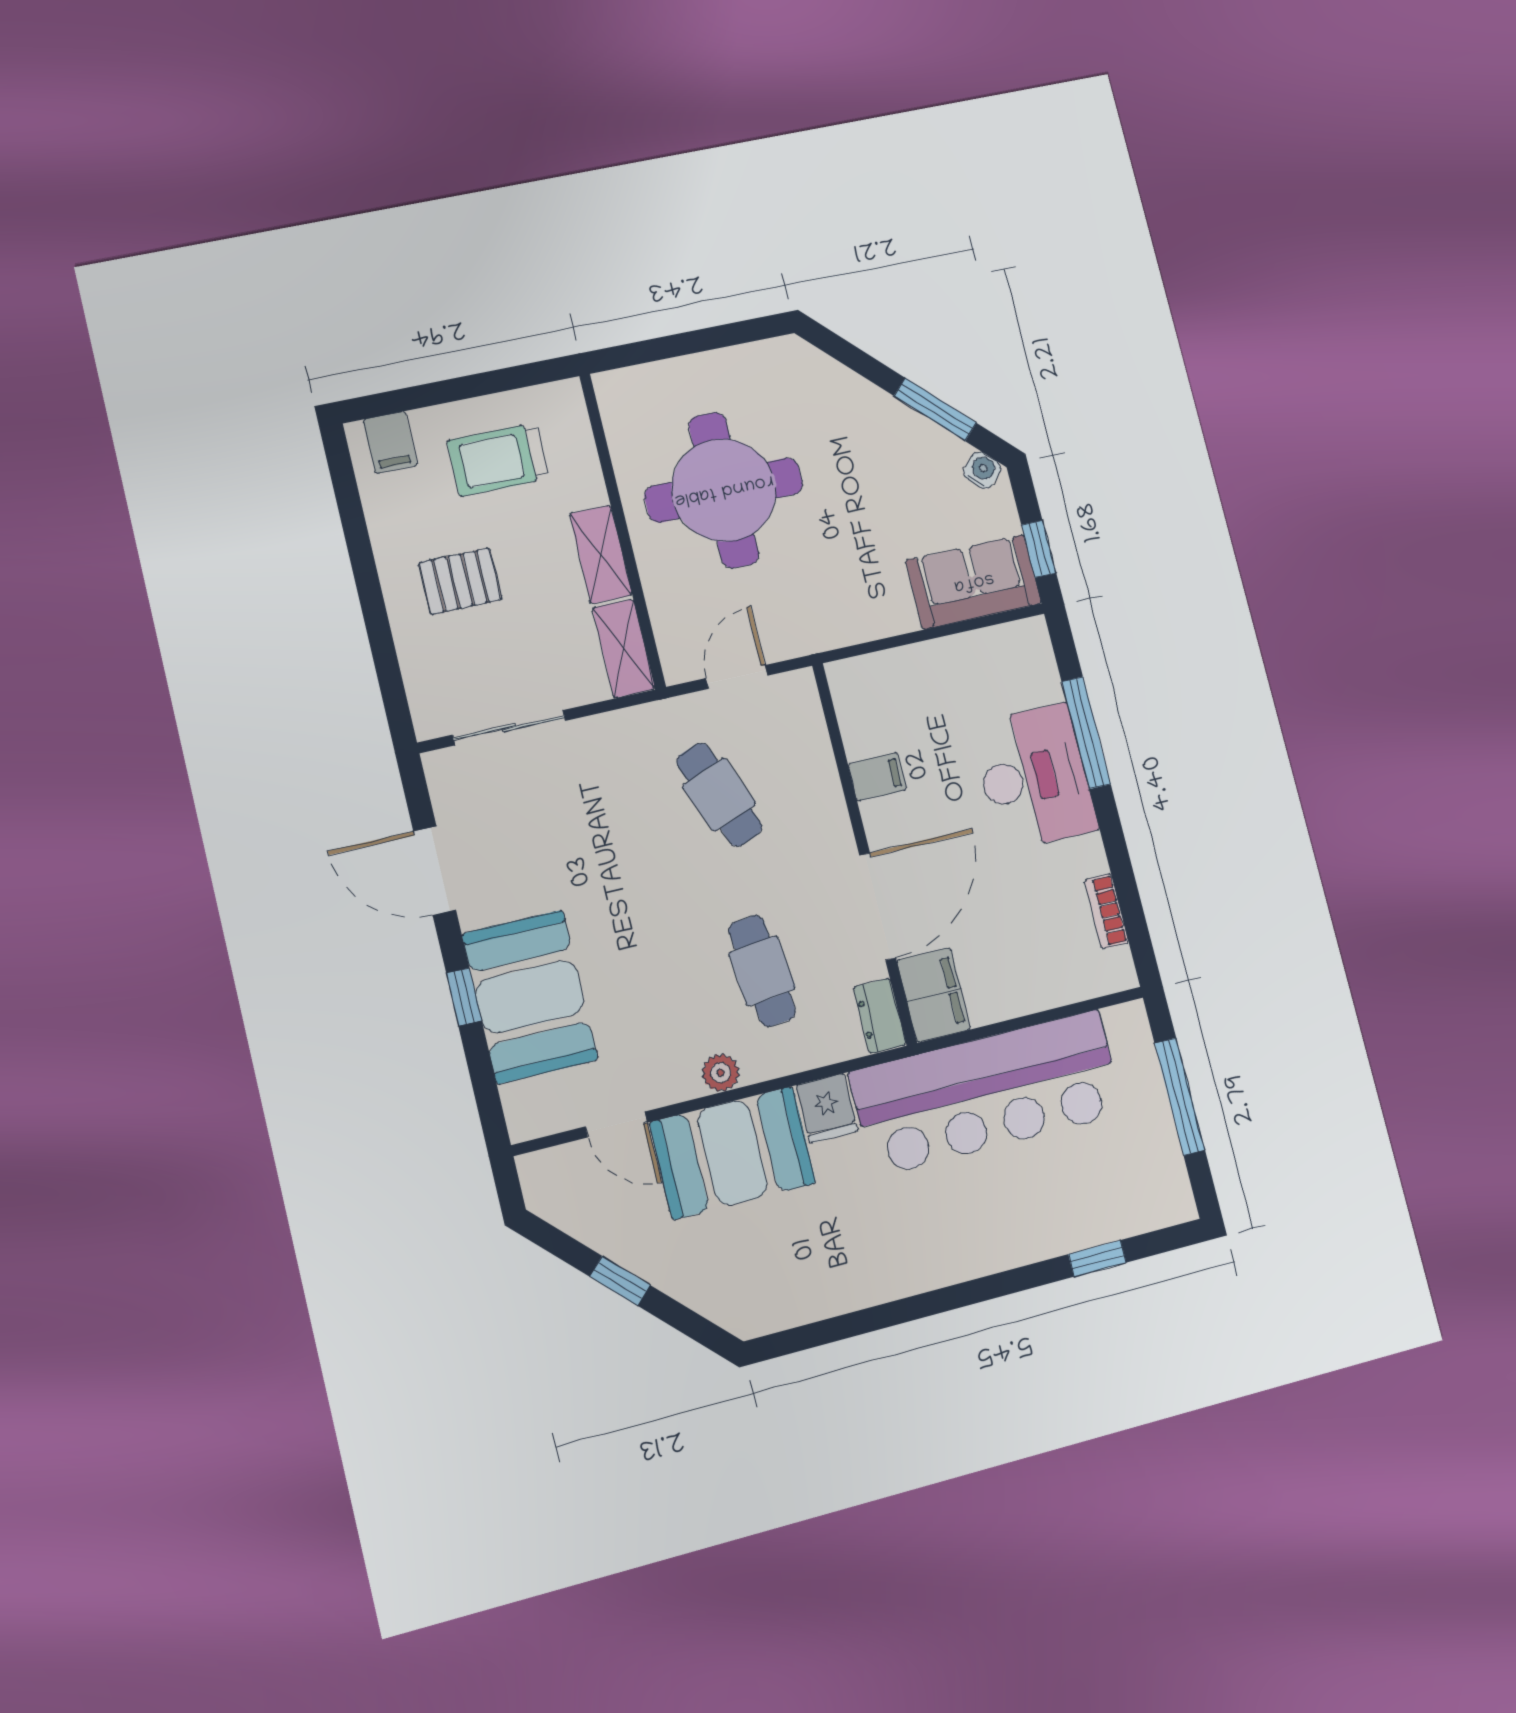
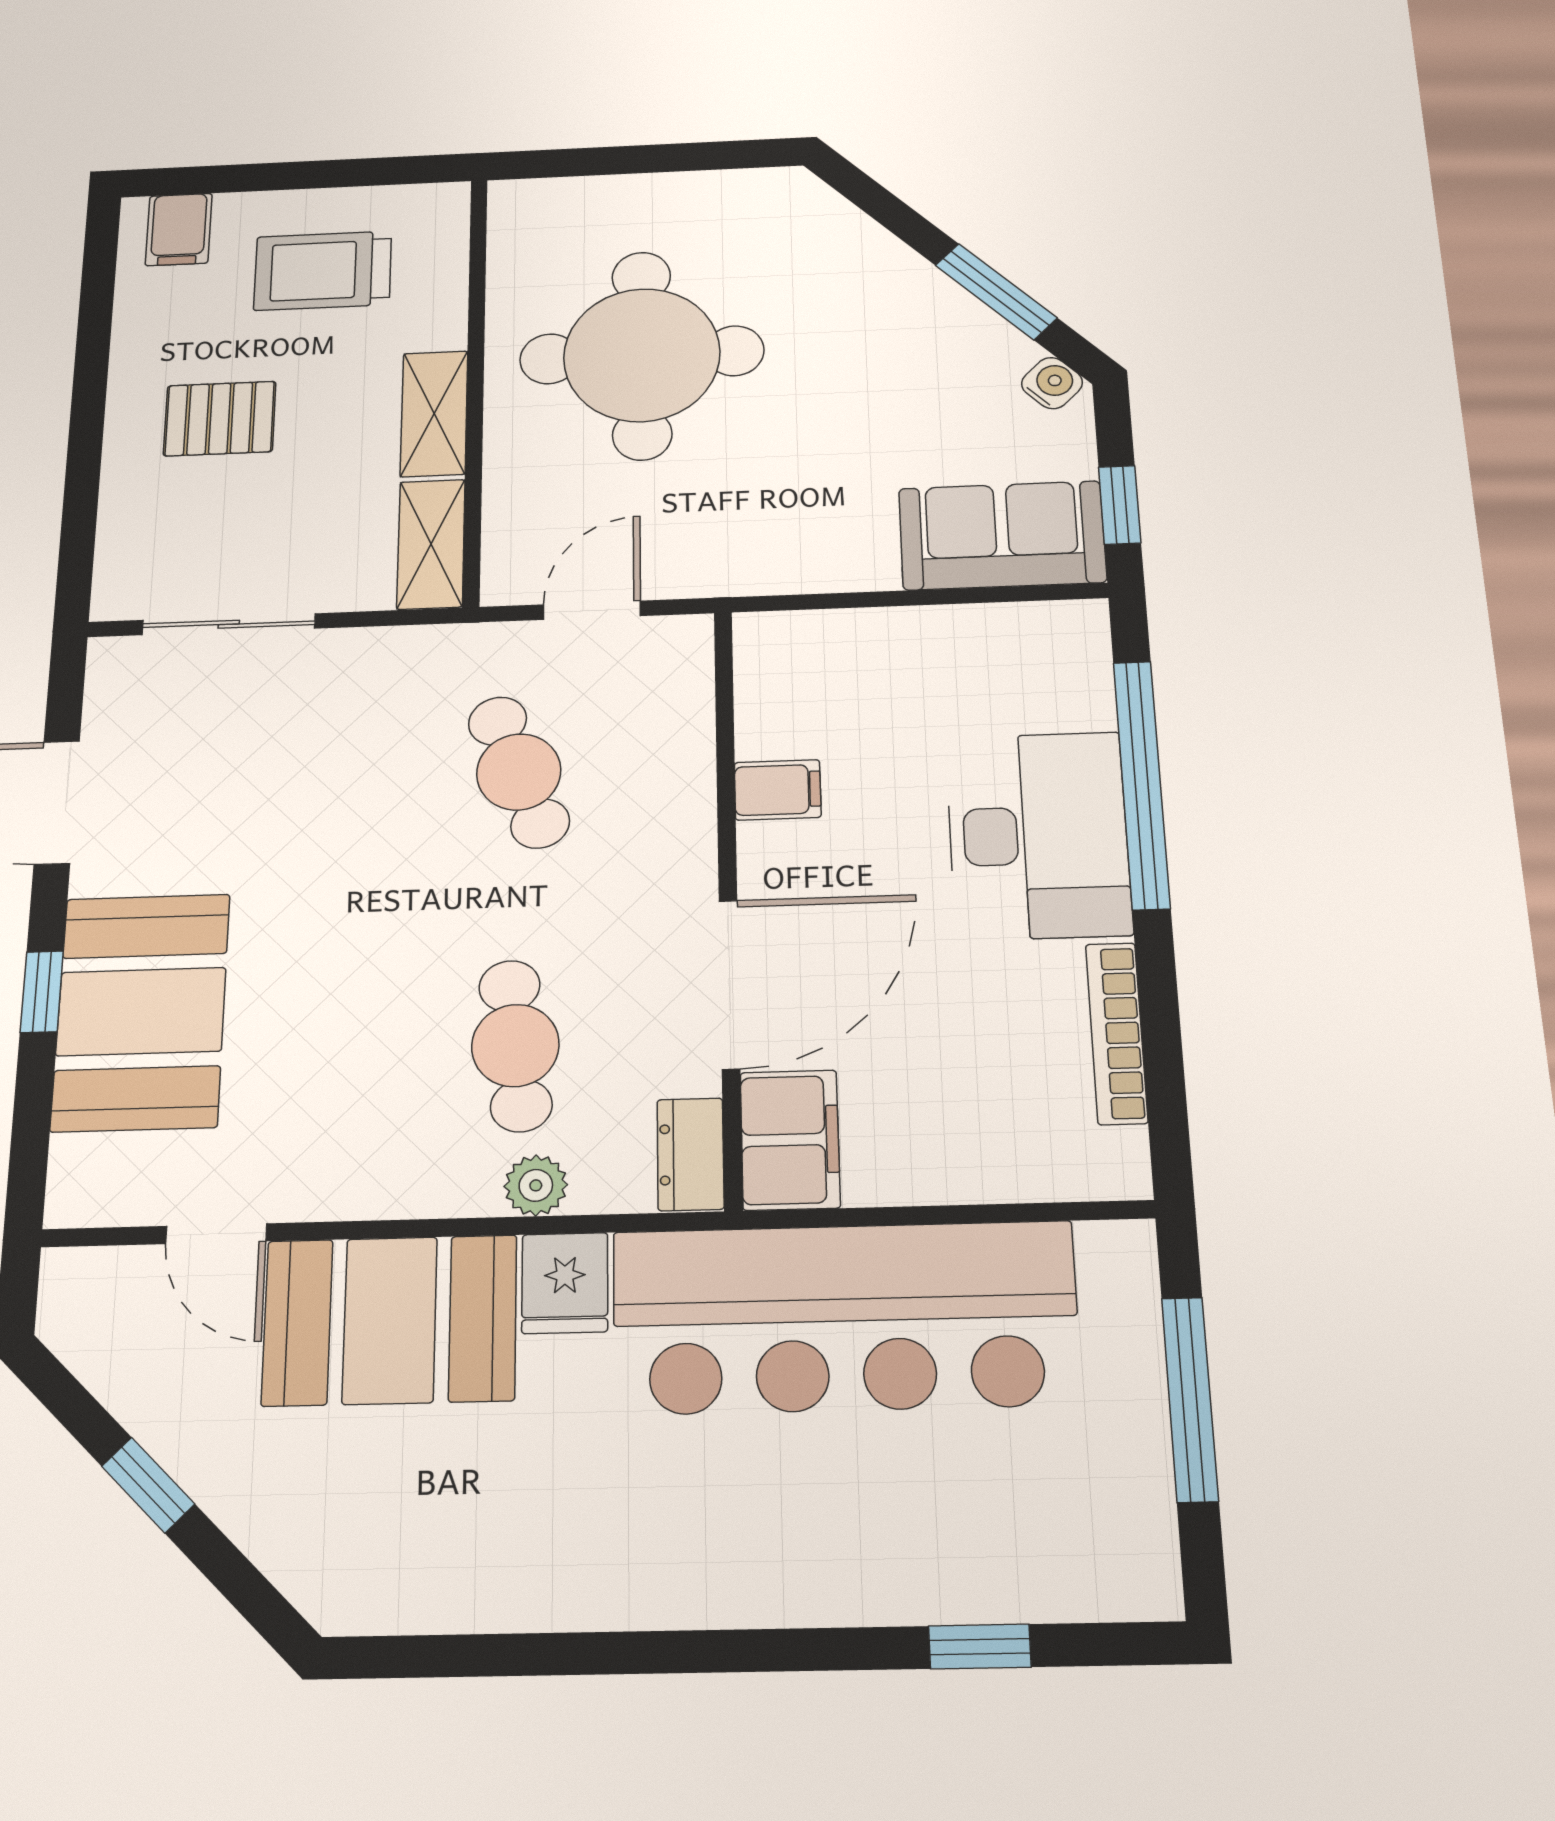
window: (1086, 733) -> (1142, 784), width x1.46
bookcase: (1106, 911) -> (1117, 1033), width x1.56
plant: (721, 1073) -> (536, 1185), moved

